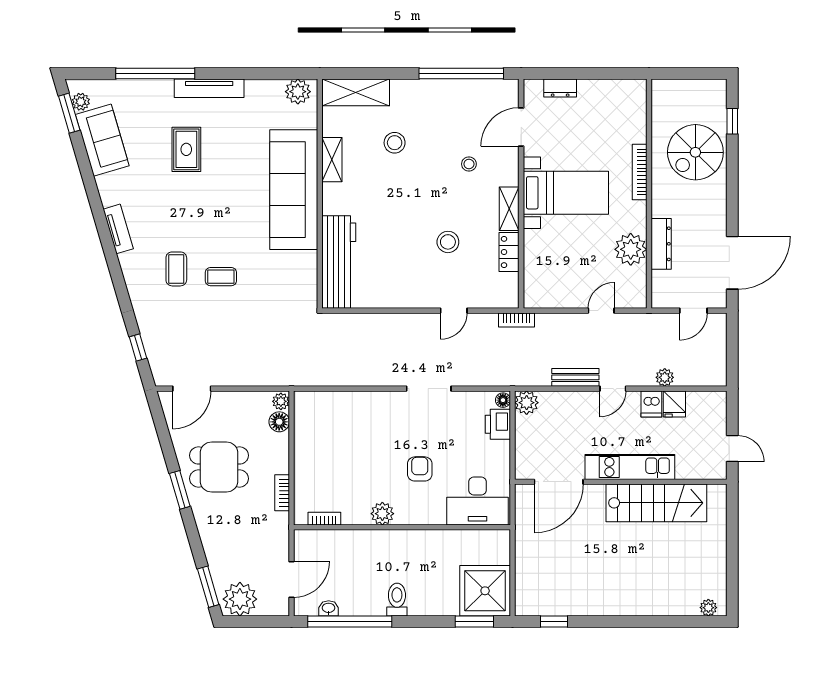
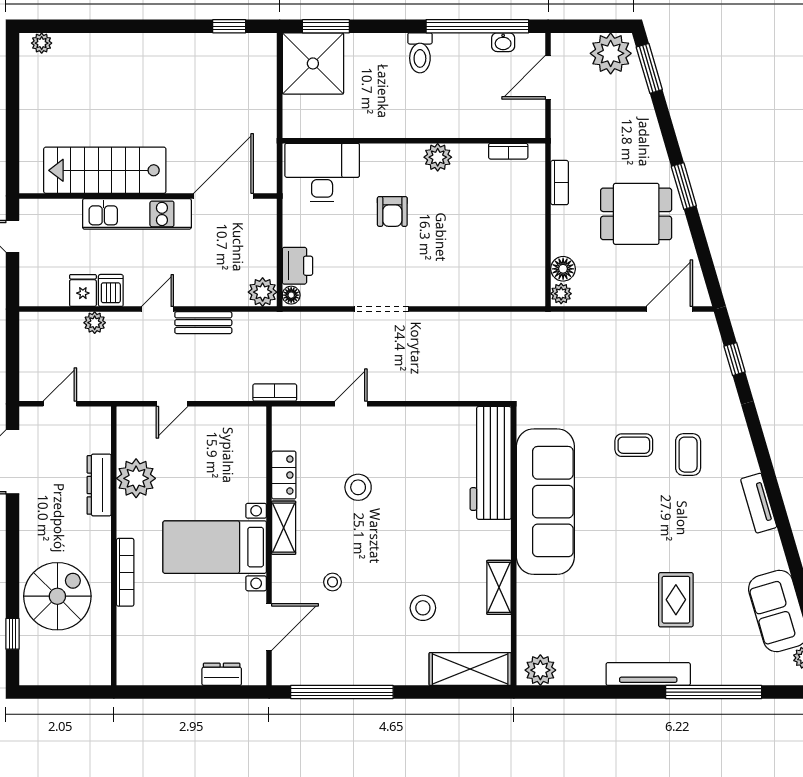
sofa: (294, 190) -> (545, 502), moved

